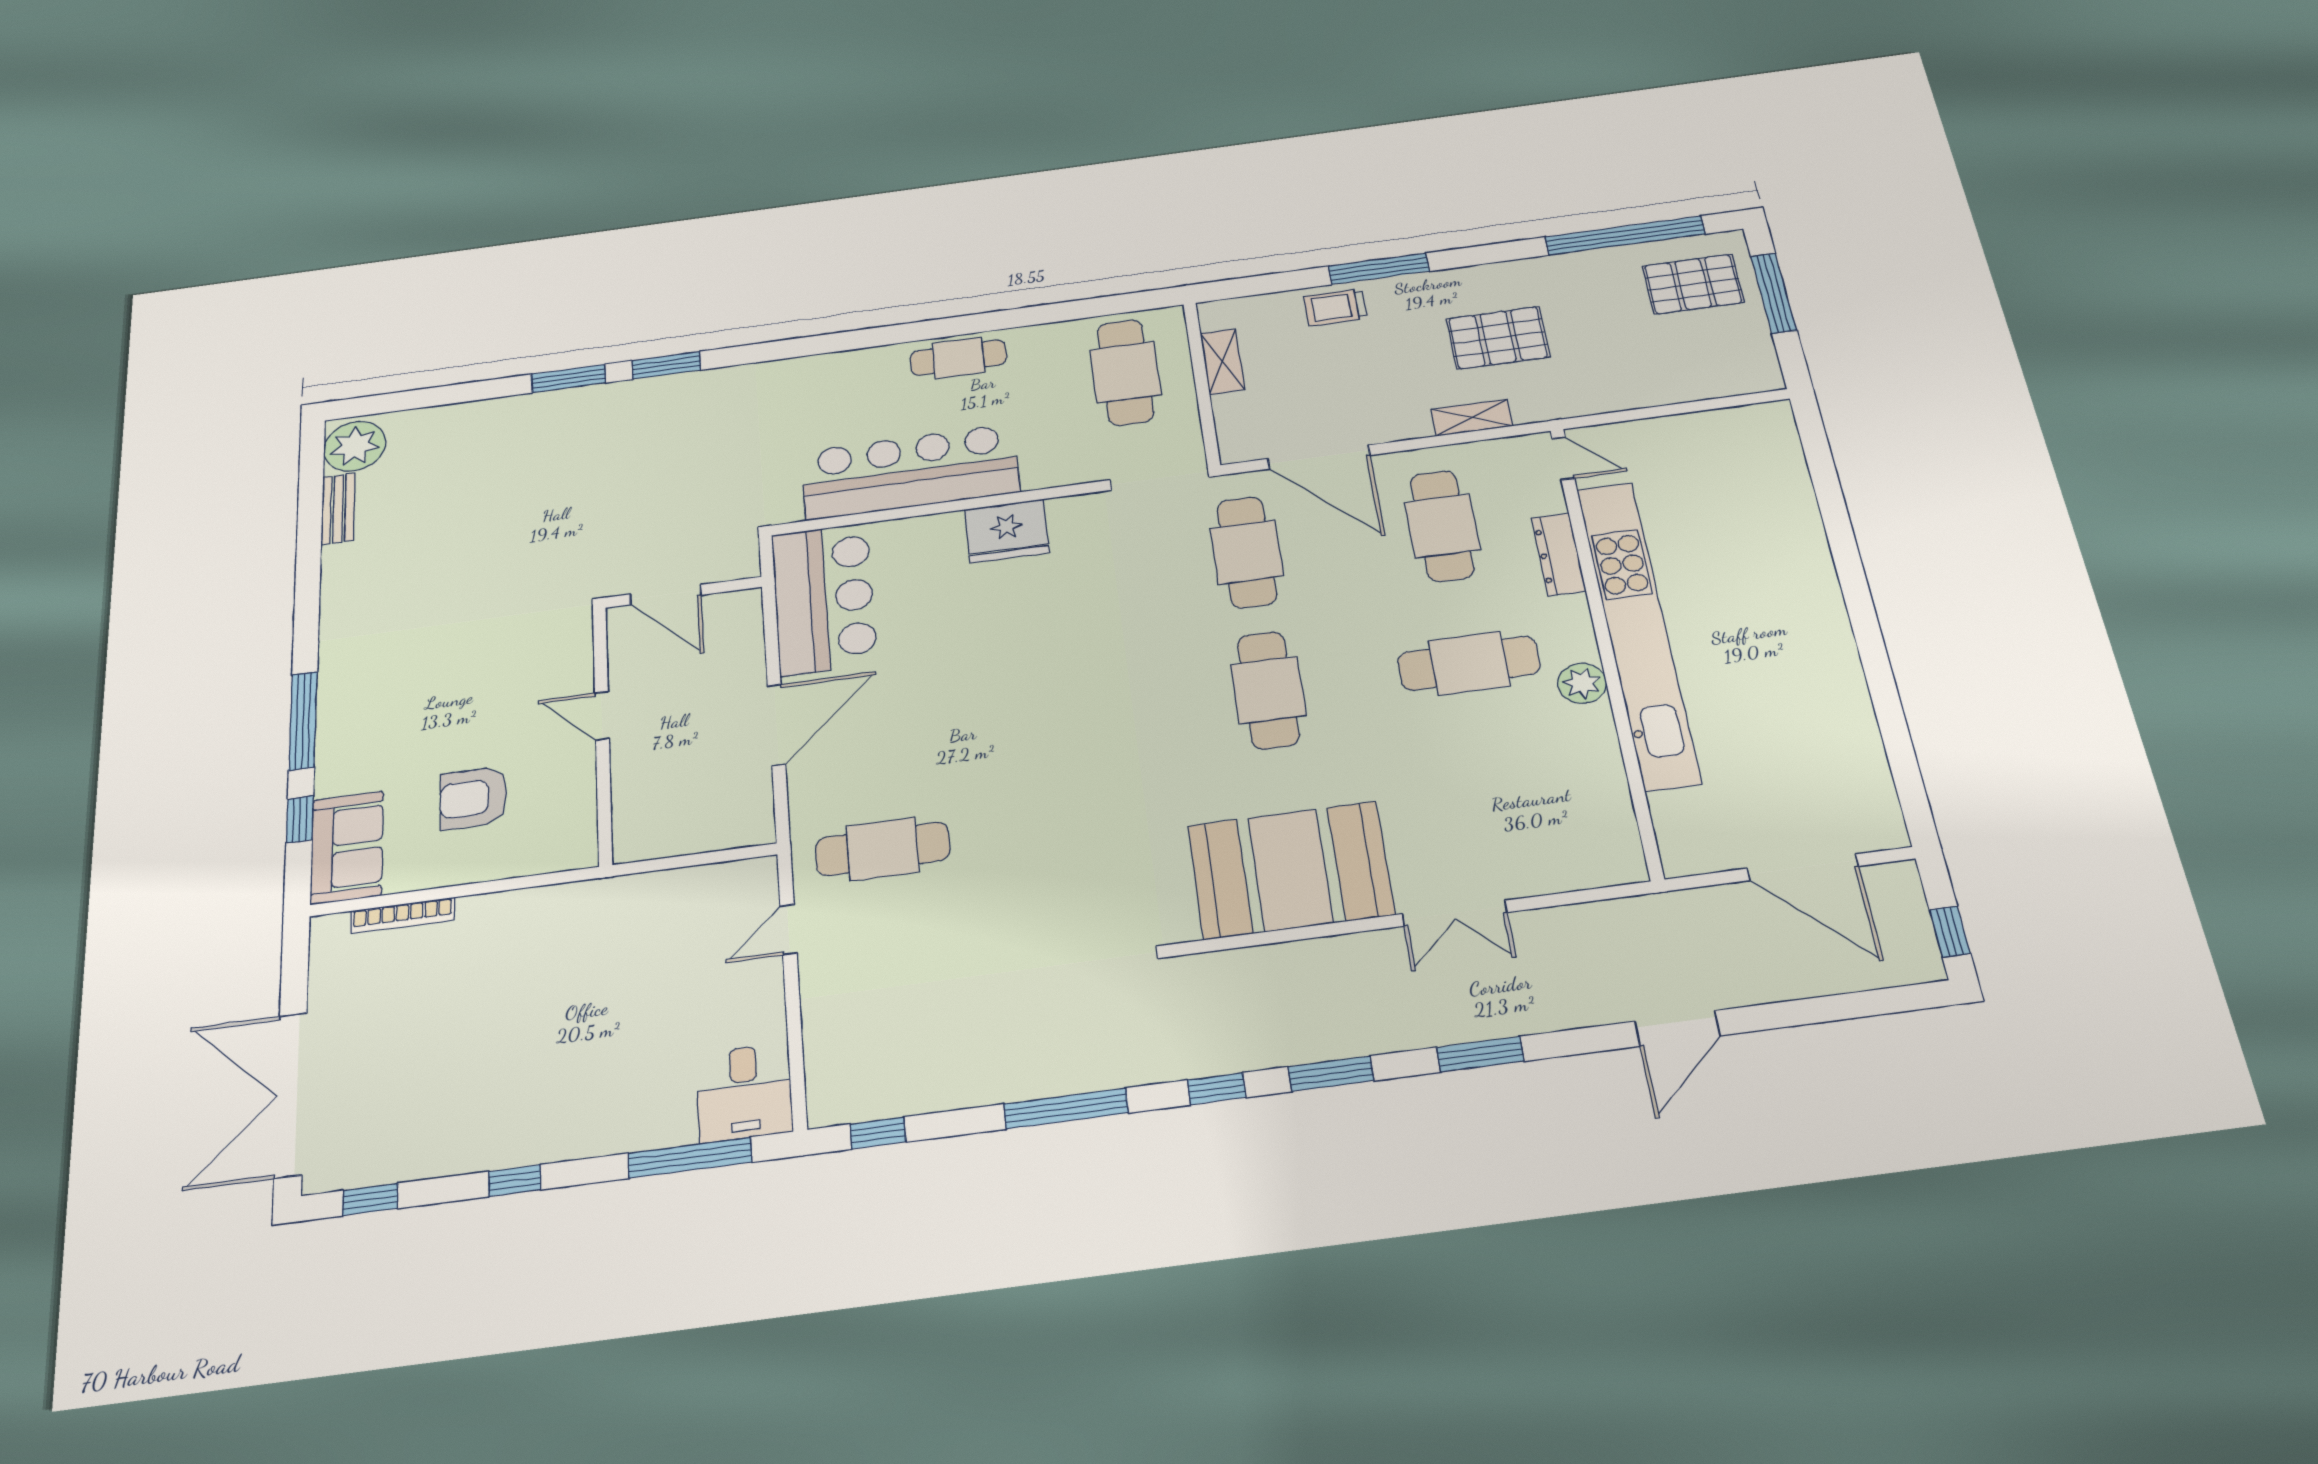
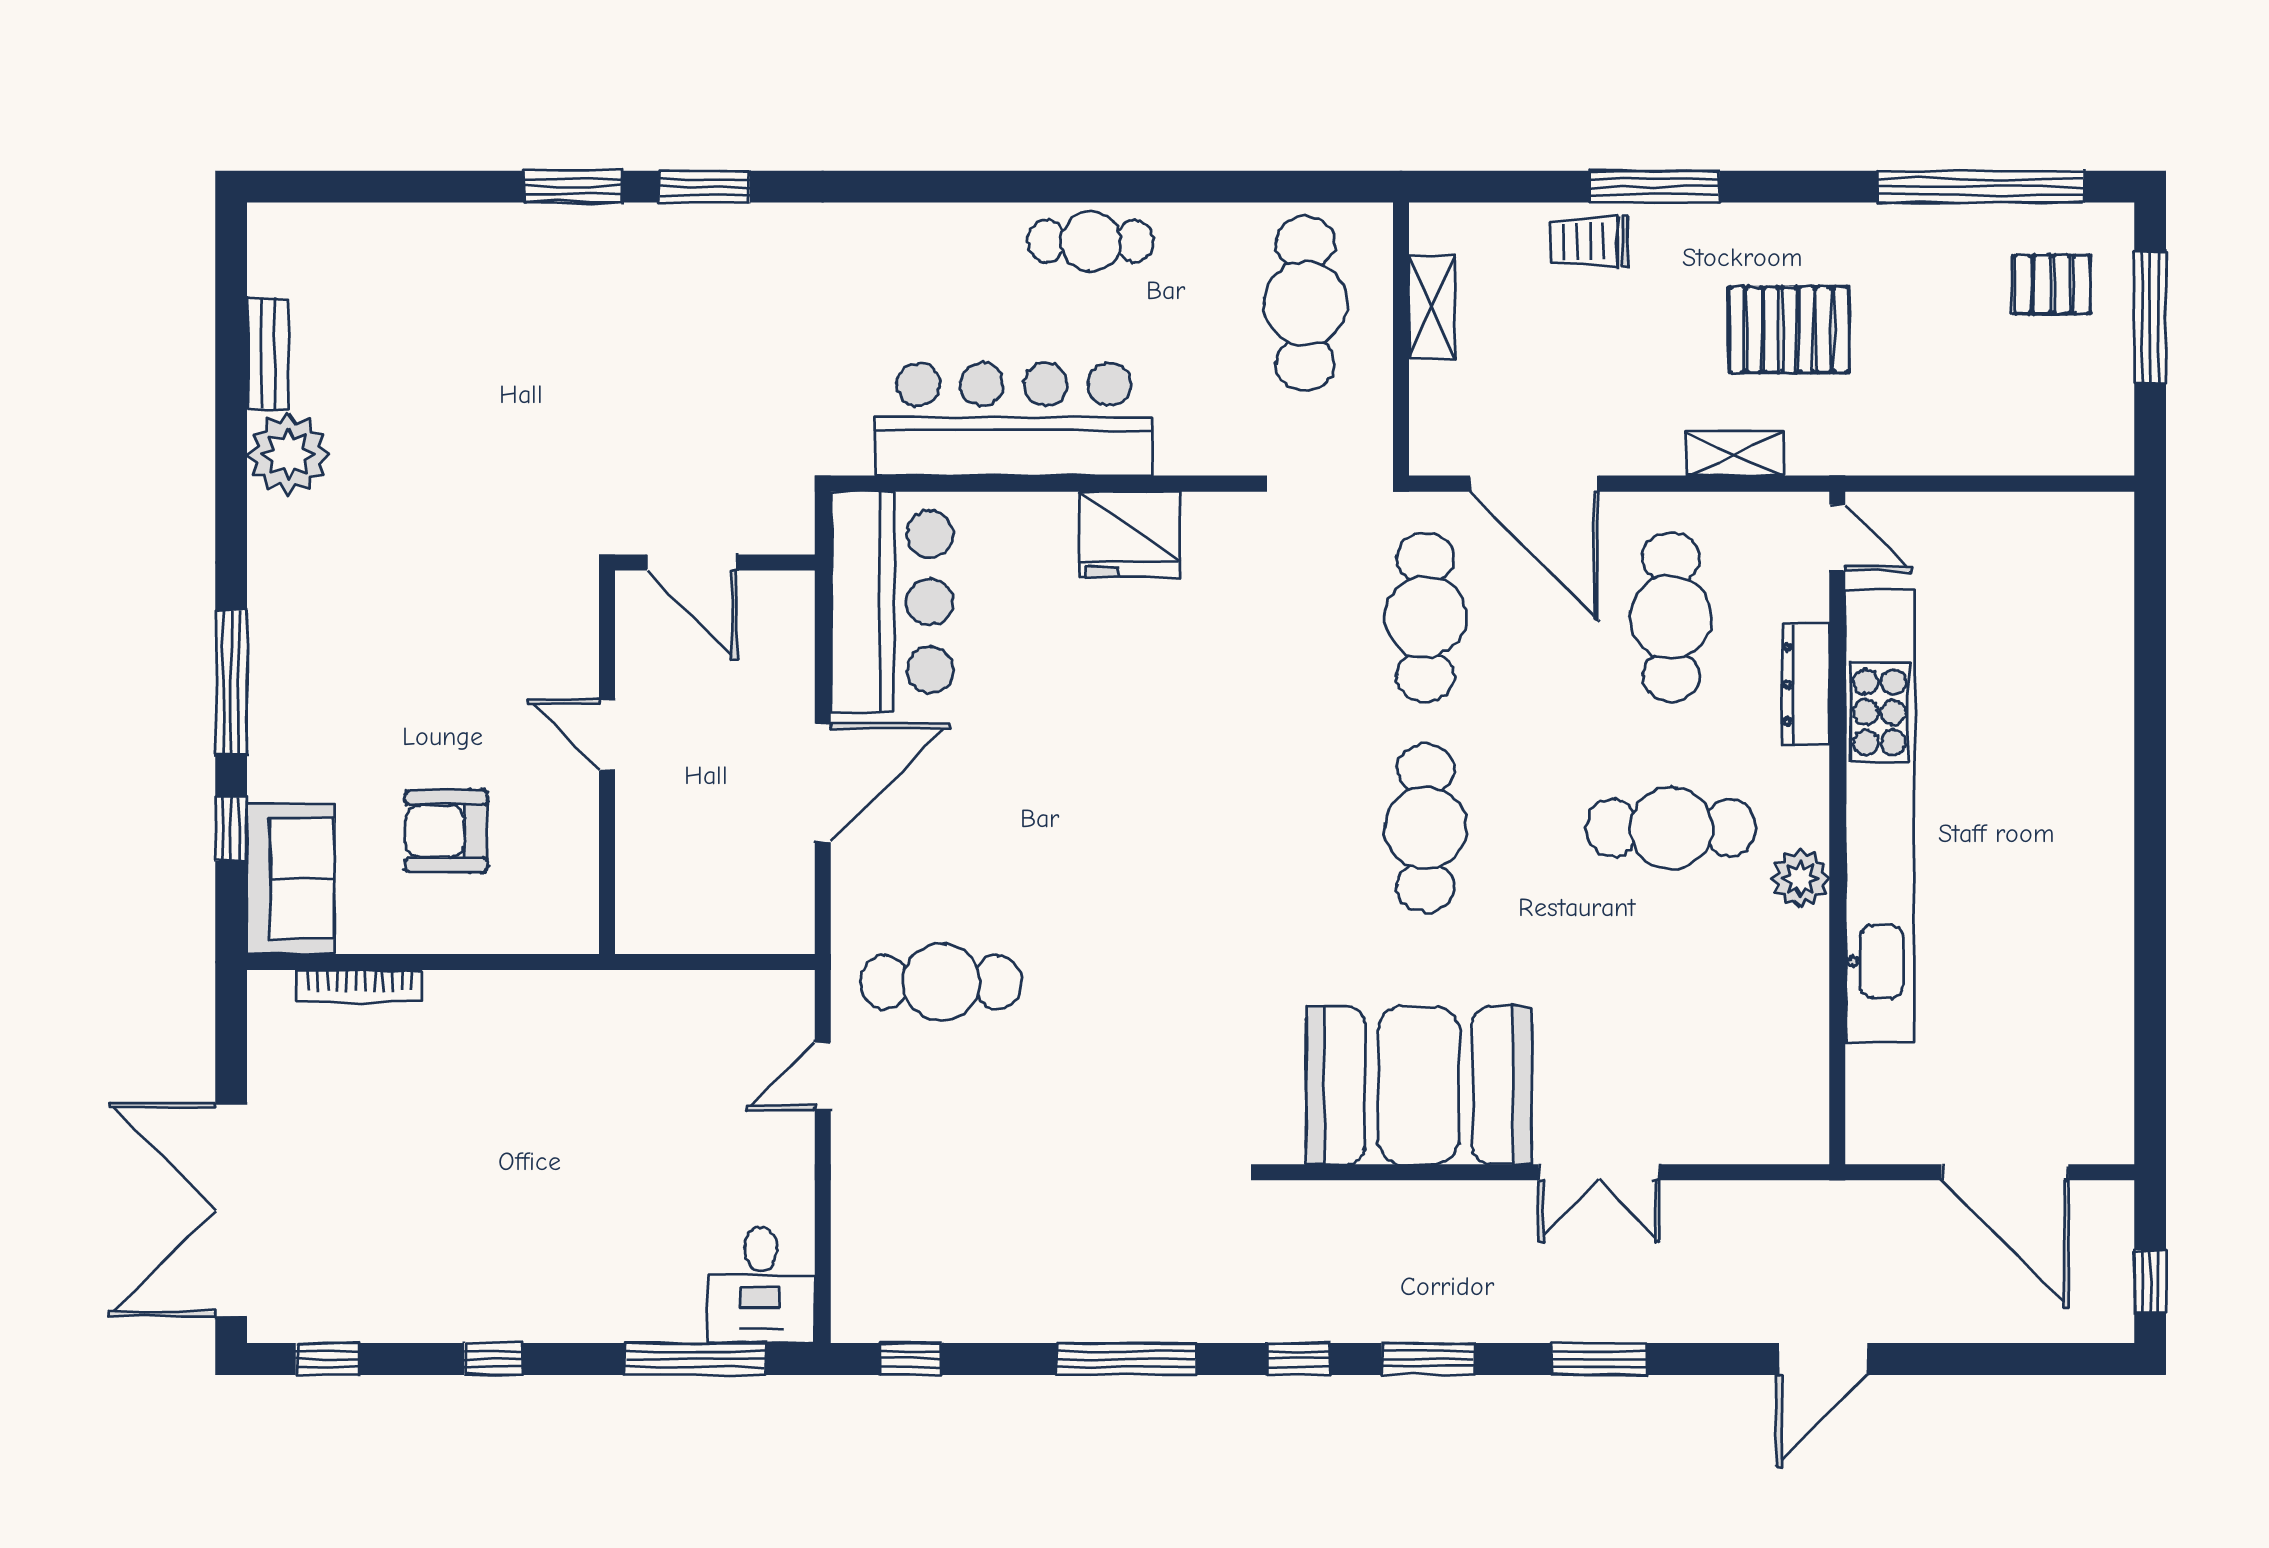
pallet: (1693, 284) -> (2052, 284), width x0.67, depth x0.71
plant: (355, 446) -> (288, 454), moved

